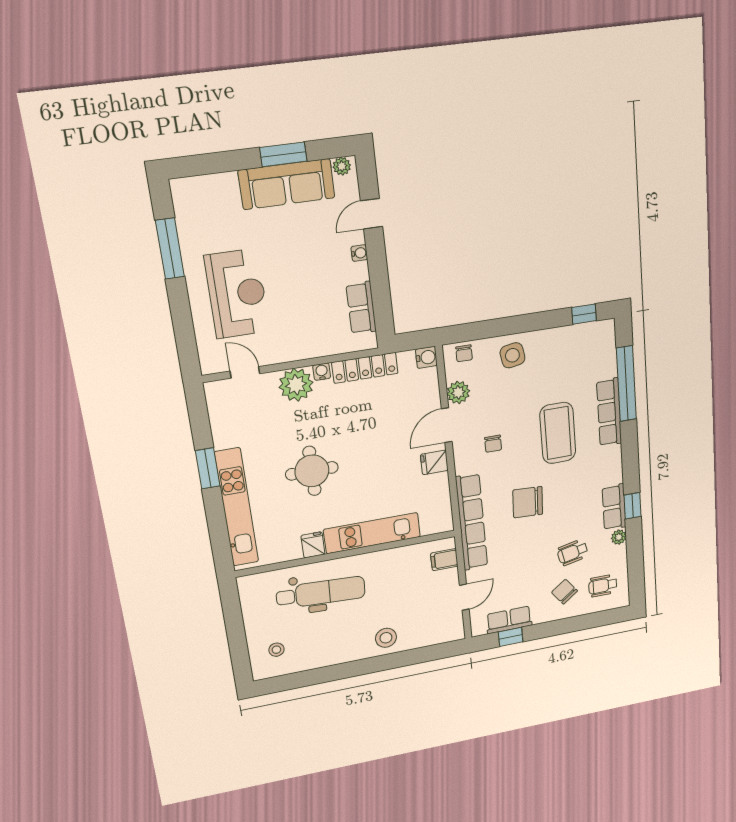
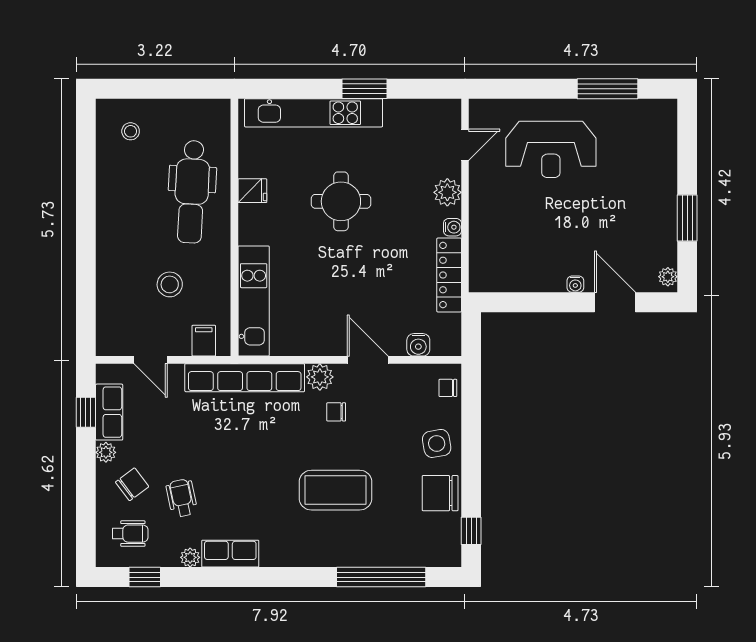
sofa: (287, 184) -> (657, 217), removed
door: (372, 214) -> (615, 302), width x1.38
row of seats: (361, 308) -> (516, 279), removed
water cooler: (426, 357) -> (418, 345), moved
plant: (296, 385) -> (447, 192), width x0.73, depth x0.73
plant: (458, 392) -> (320, 377), moved
row of seats: (609, 412) -> (350, 554), removed
fridge: (434, 462) -> (326, 341), removed
chair: (528, 502) -> (440, 493), moved, turned -93
window: (633, 506) -> (145, 577), moved
kitchen unit: (372, 533) -> (254, 301), moved
wheelchair: (603, 586) -> (130, 534), turned 90
plant: (541, 616) -> (106, 452), added
stool: (386, 638) -> (170, 284), moved

